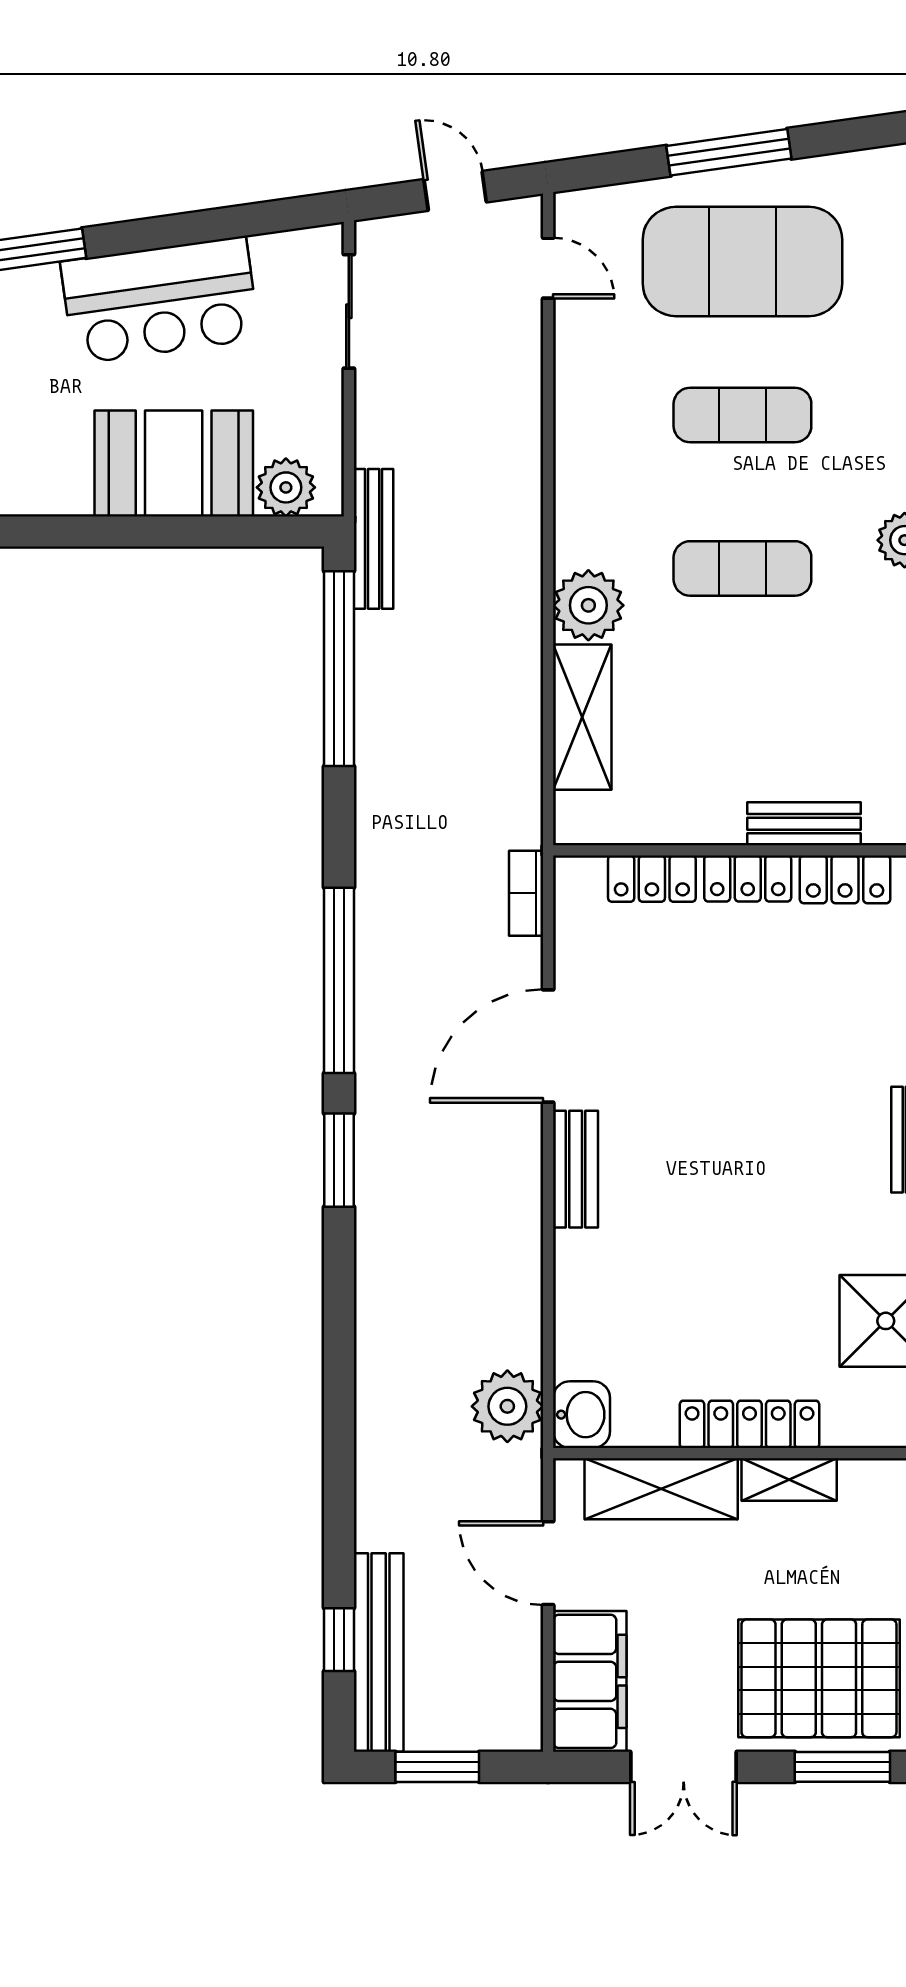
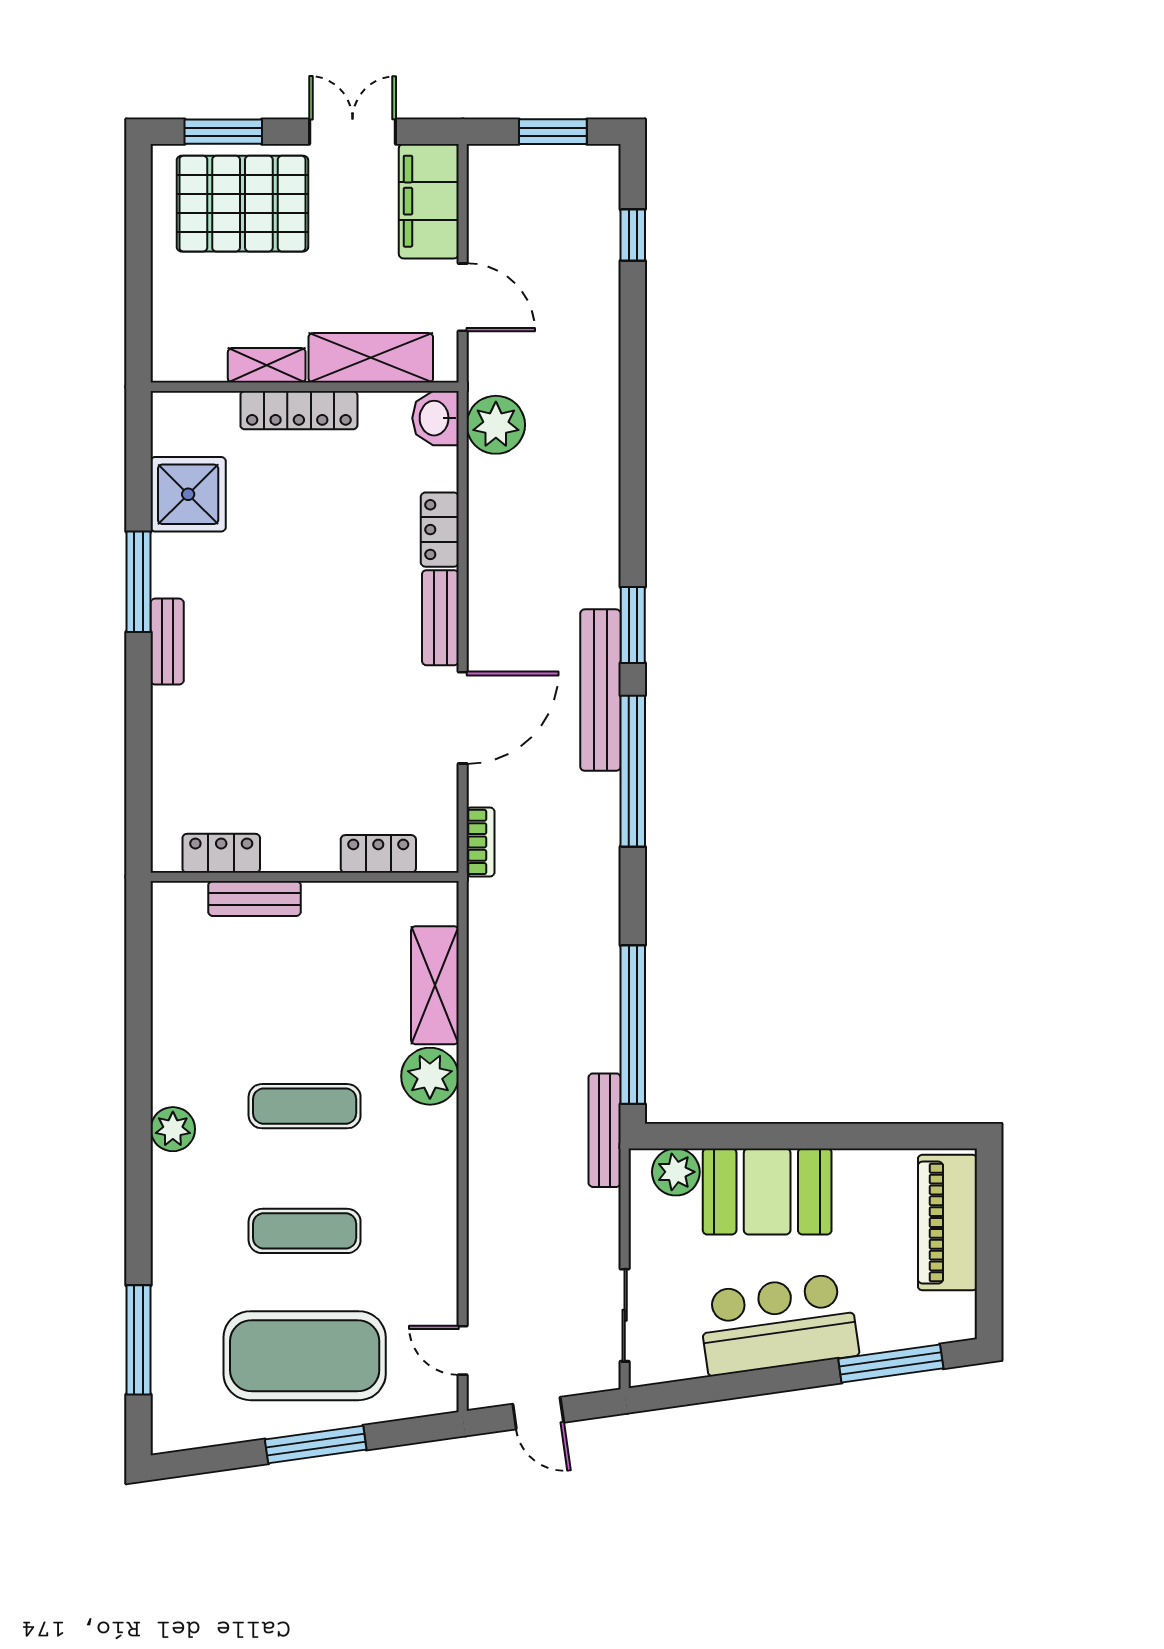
locker: (748, 878) -> (440, 530), moved, turned -90
bench: (379, 1653) -> (600, 690), moved

